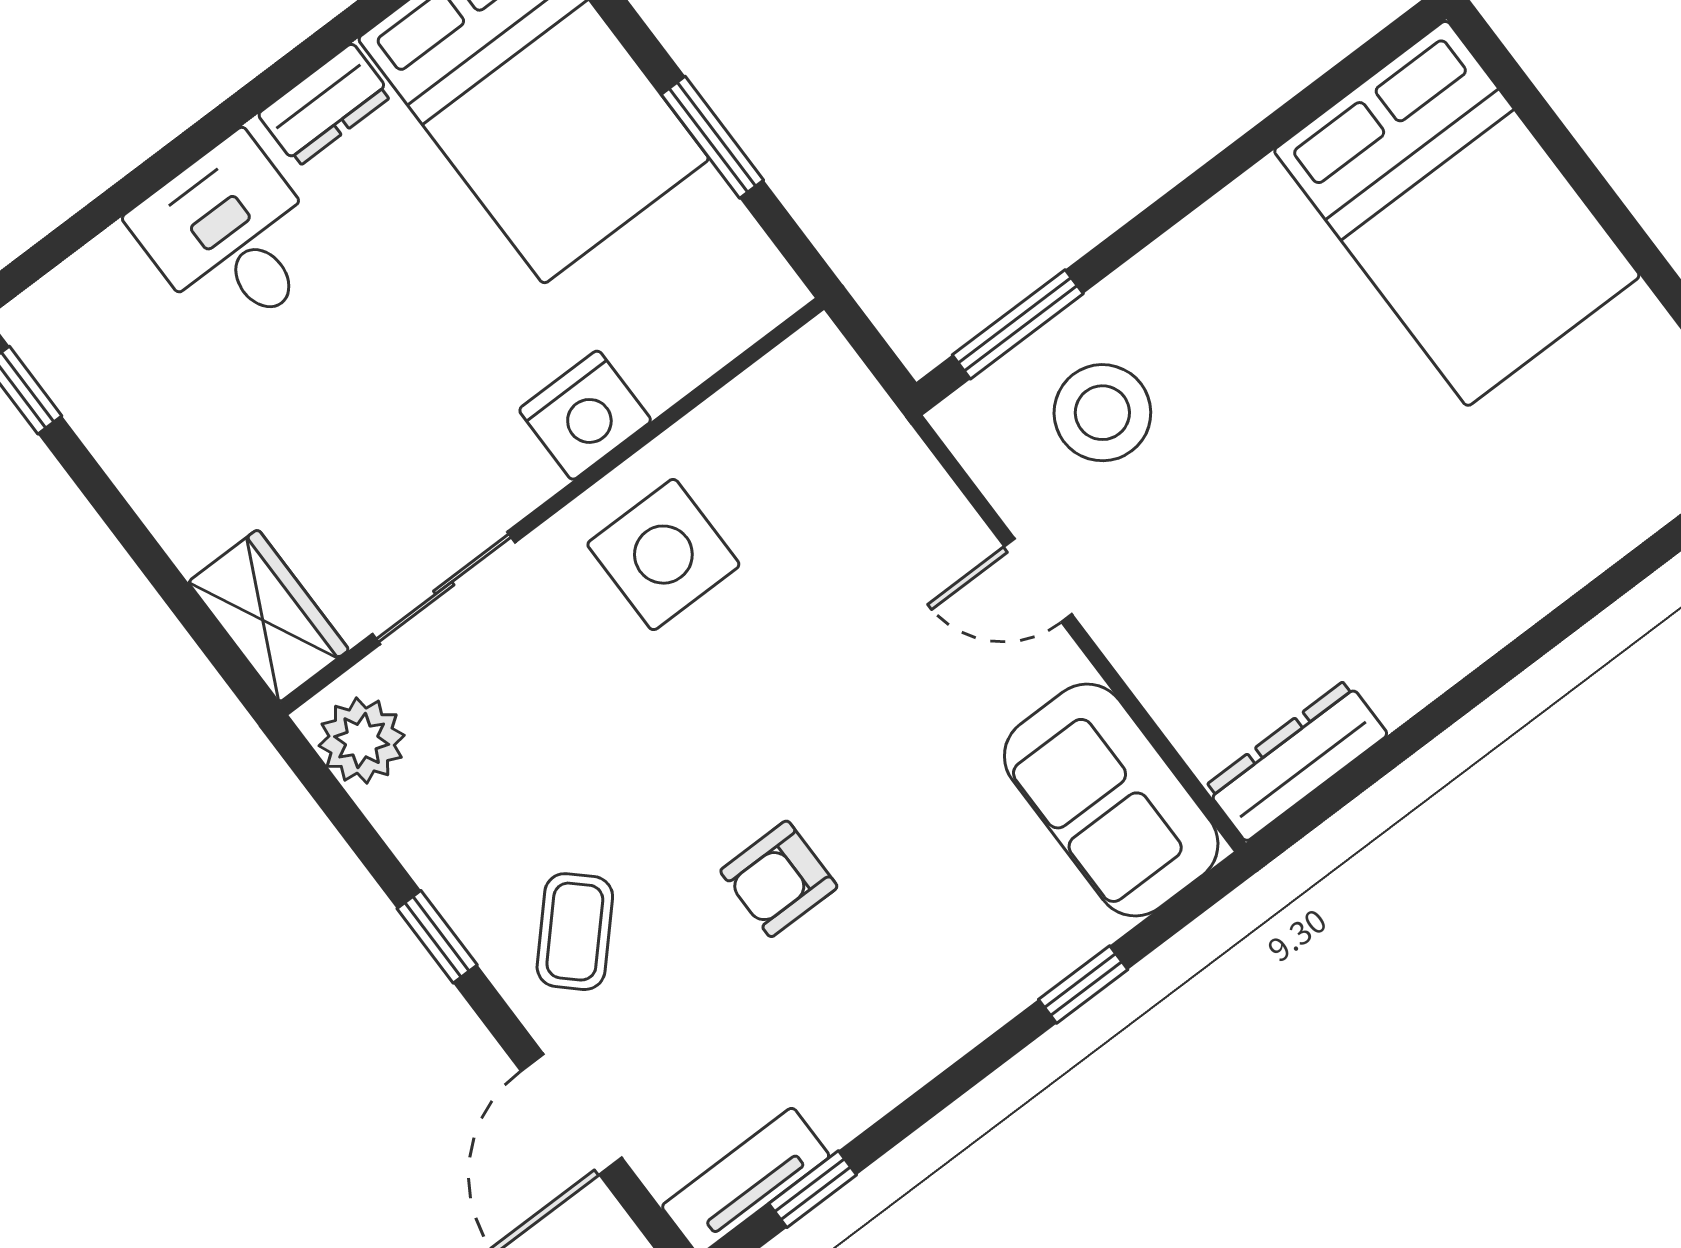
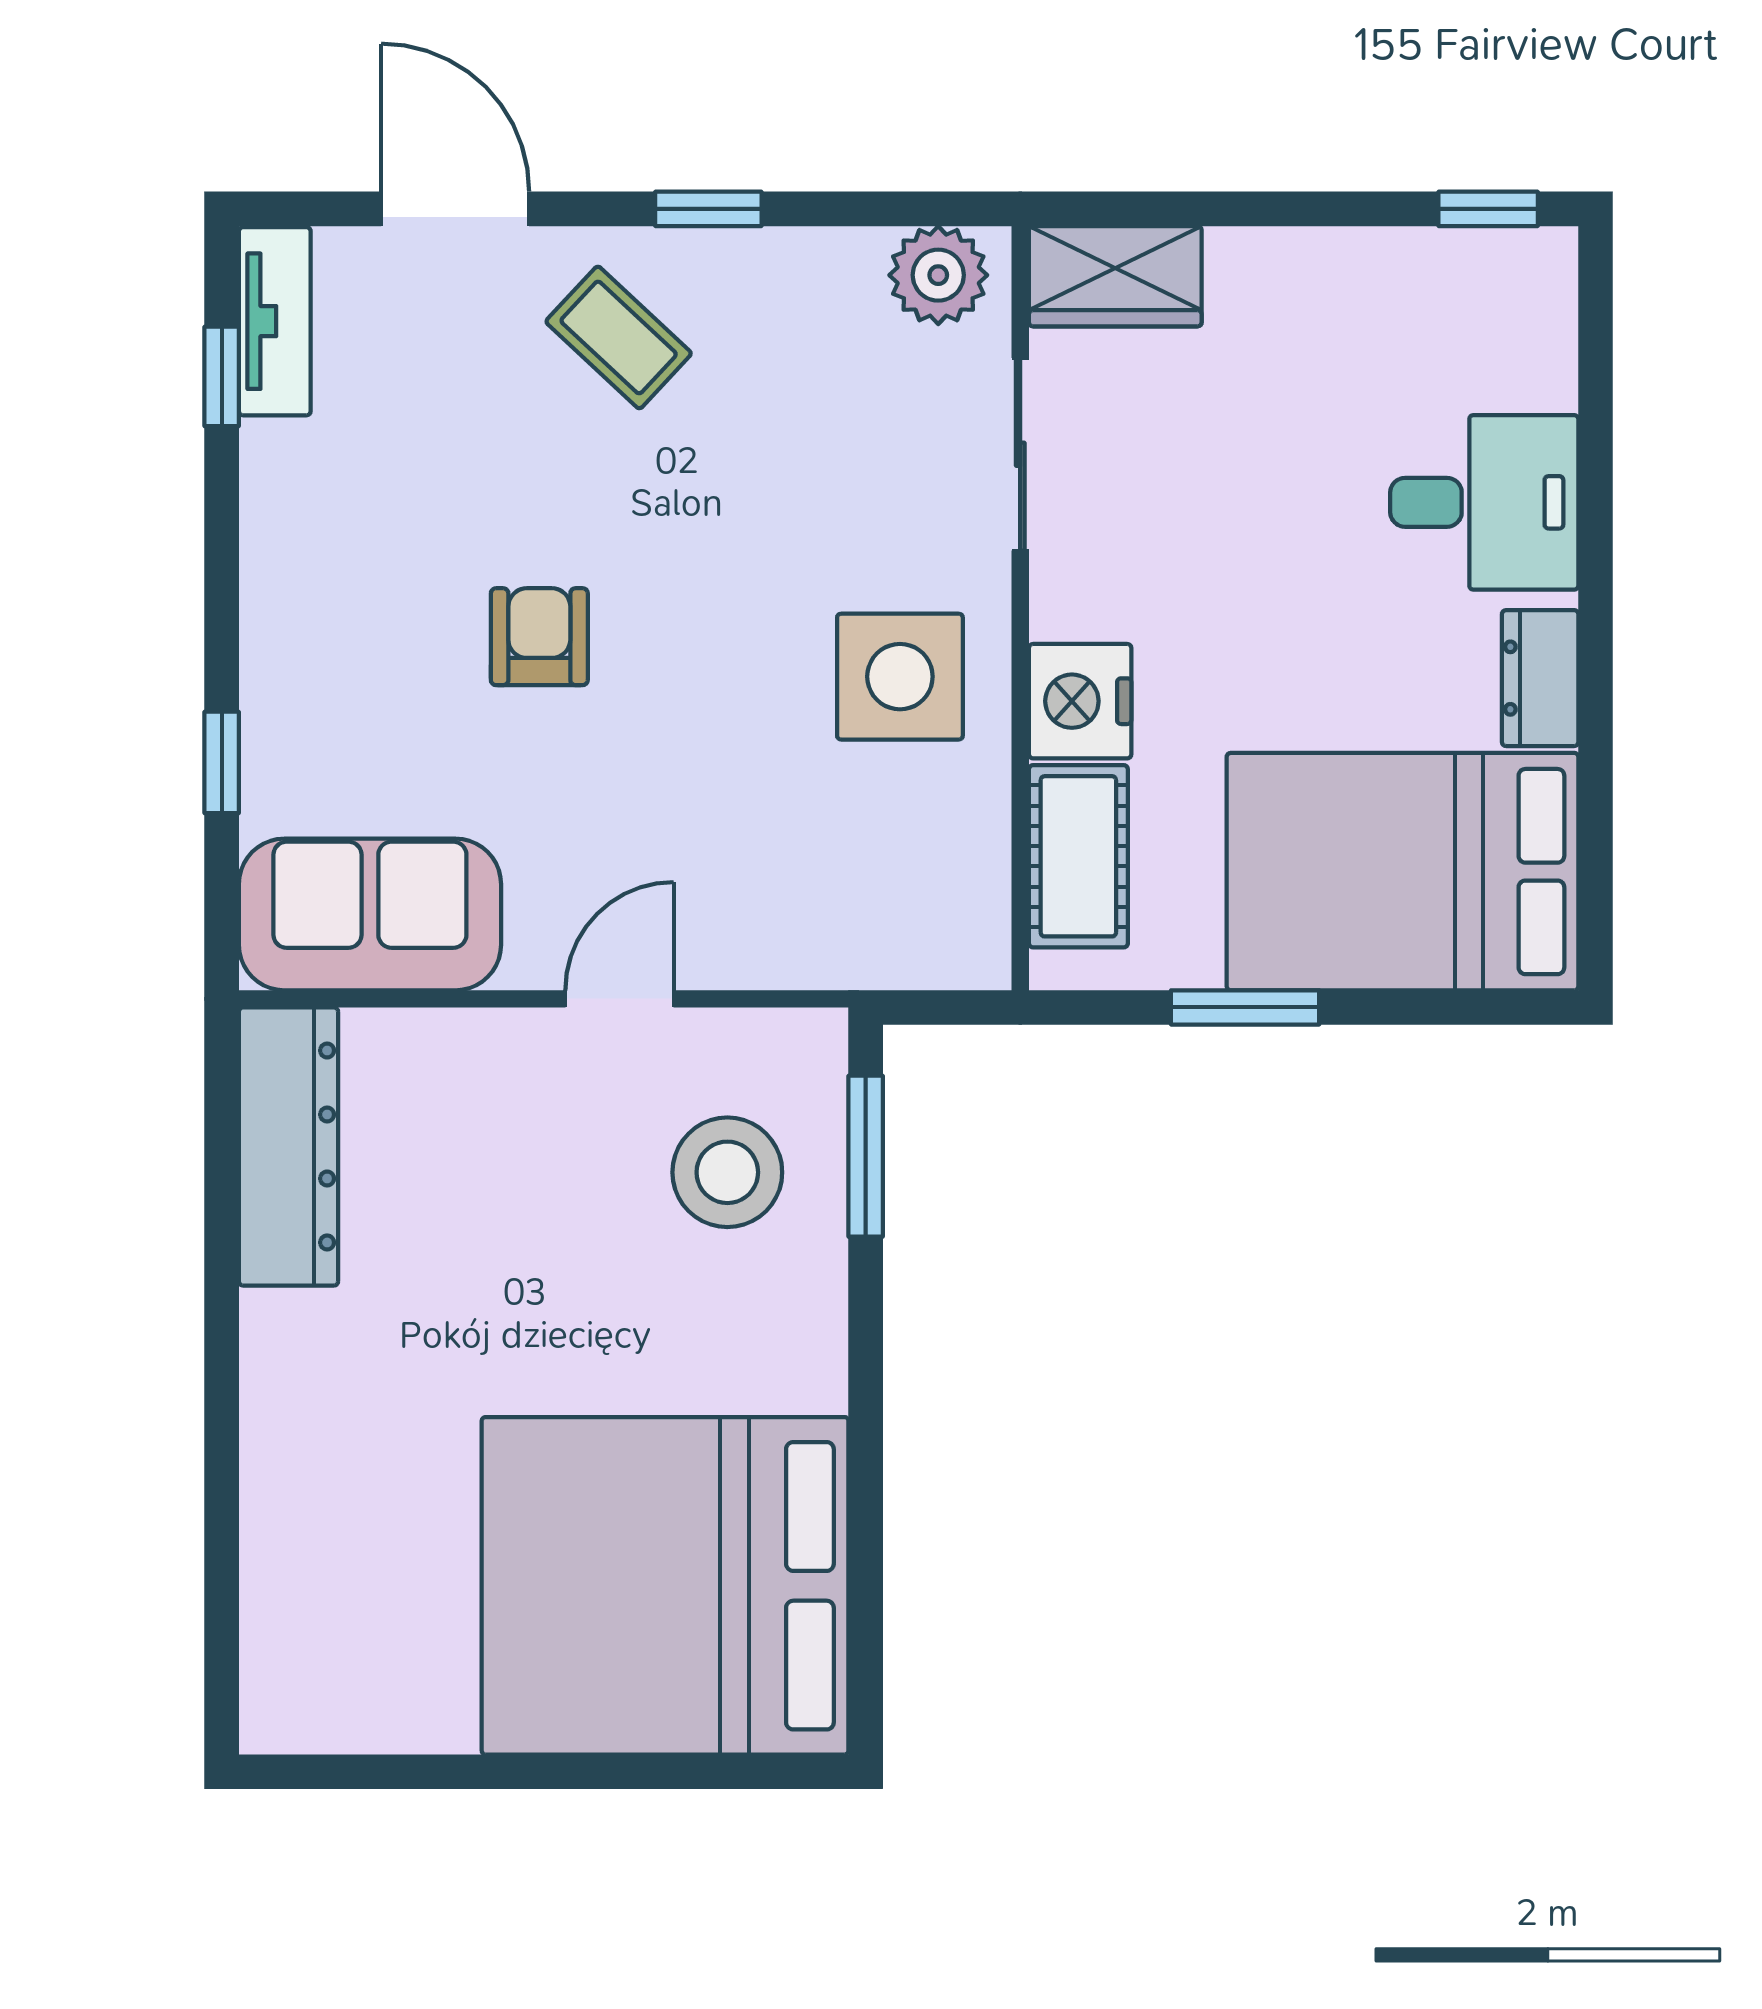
bed: (1457, 213) -> (665, 1586), width x1.36
cot: (695, 334) -> (1078, 856), added
dresser: (1296, 761) -> (288, 1146), width x1.37, depth x1.24
armchair: (779, 879) -> (539, 637), moved

